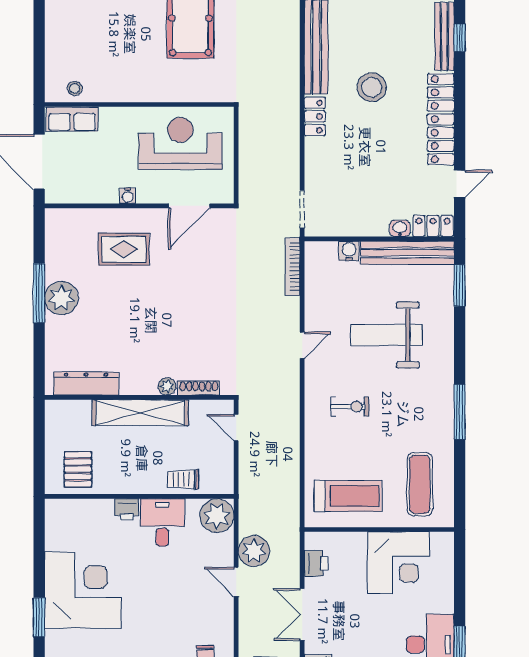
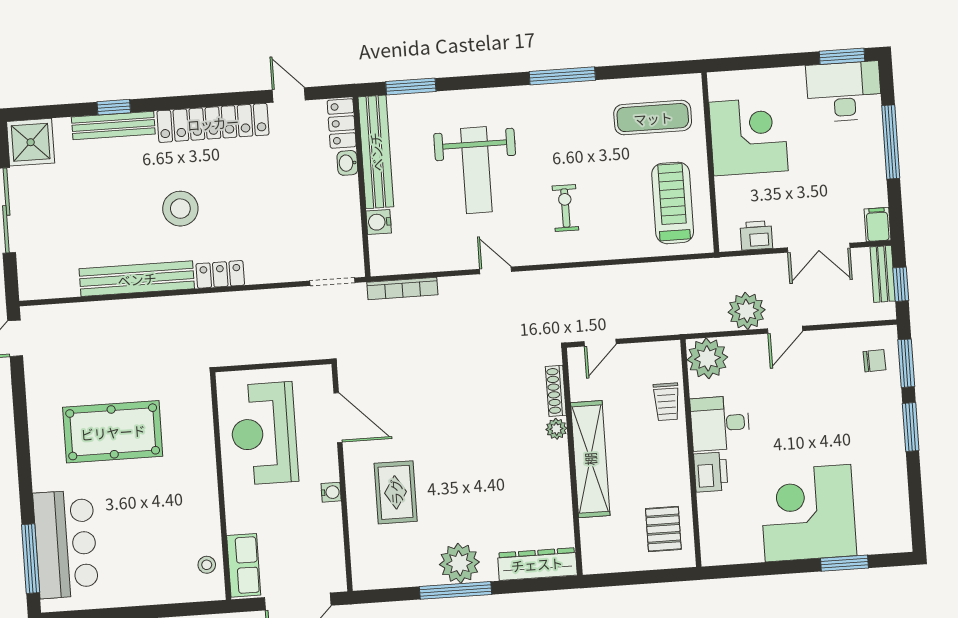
dresser: (86, 384) -> (537, 564), moved, turned 90
pallet: (78, 469) -> (663, 529), turned 90
printer: (127, 509) -> (711, 472), width x1.36, depth x1.24

